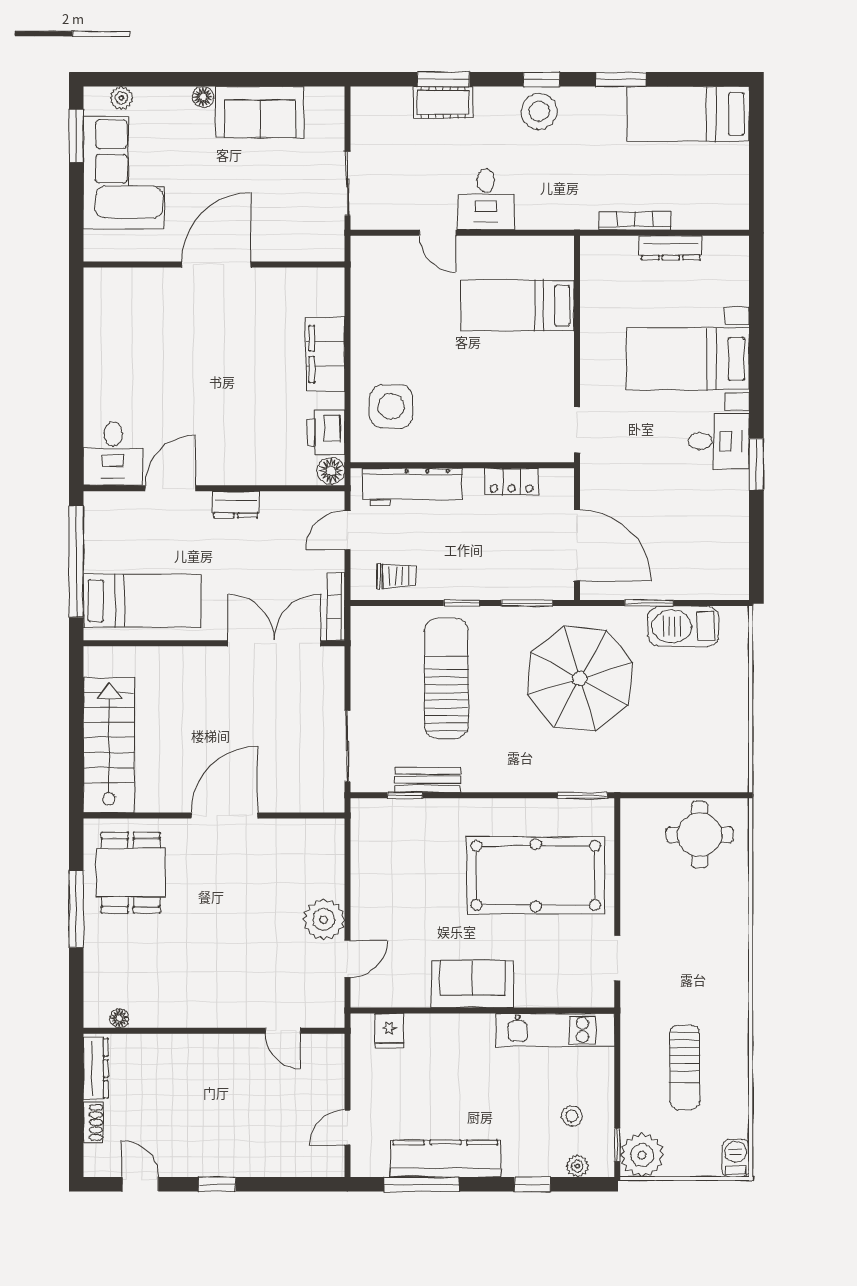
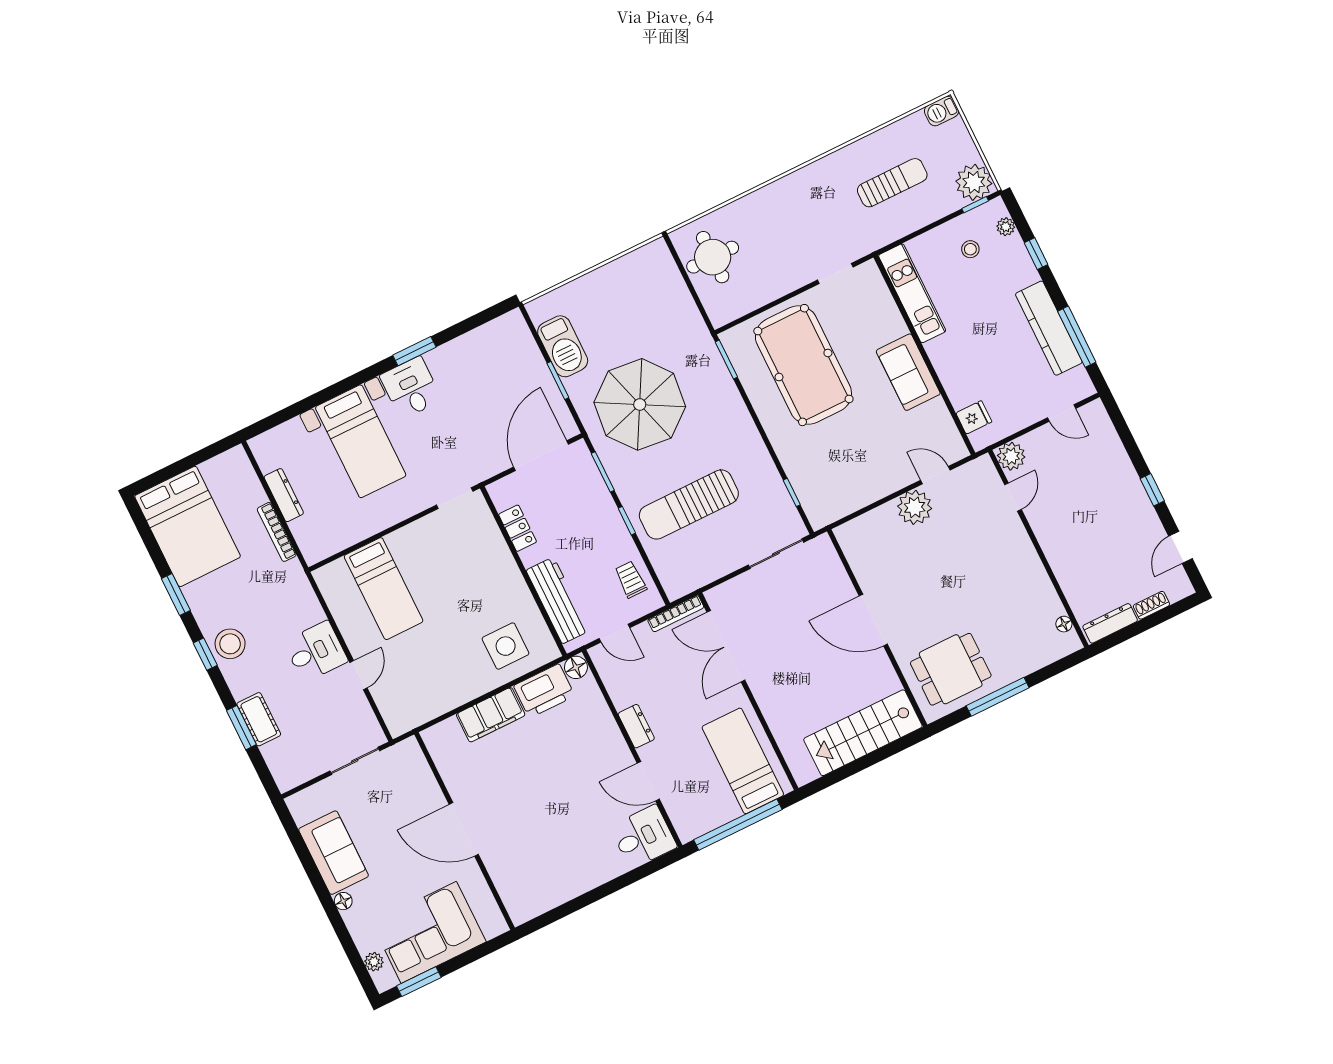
bed: (688, 114) -> (188, 526), width x1.50
printer: (326, 433) -> (544, 691), width x1.37, depth x1.19
bench: (428, 780) -> (772, 481), removed
plant: (328, 1050) -> (1011, 456), added

